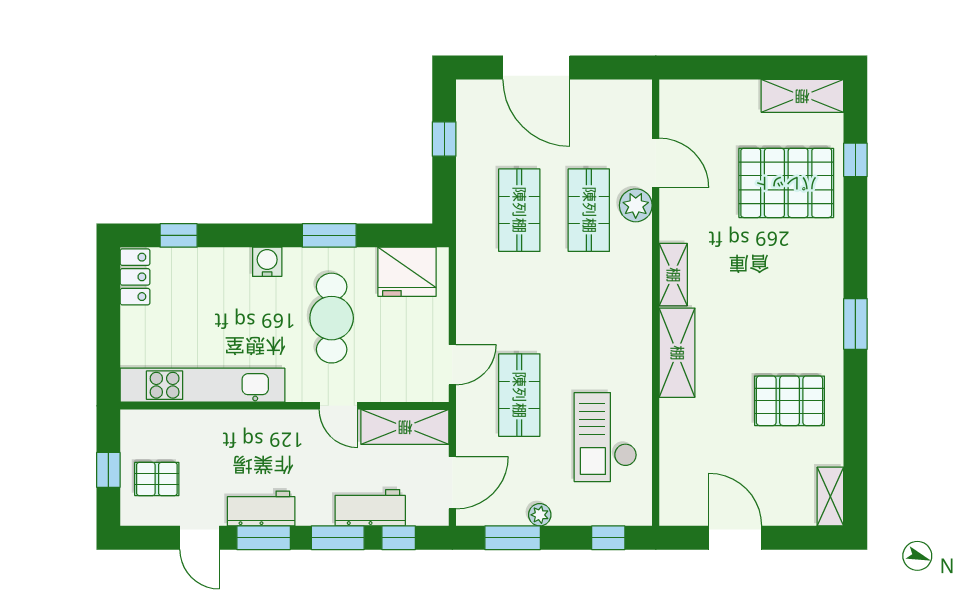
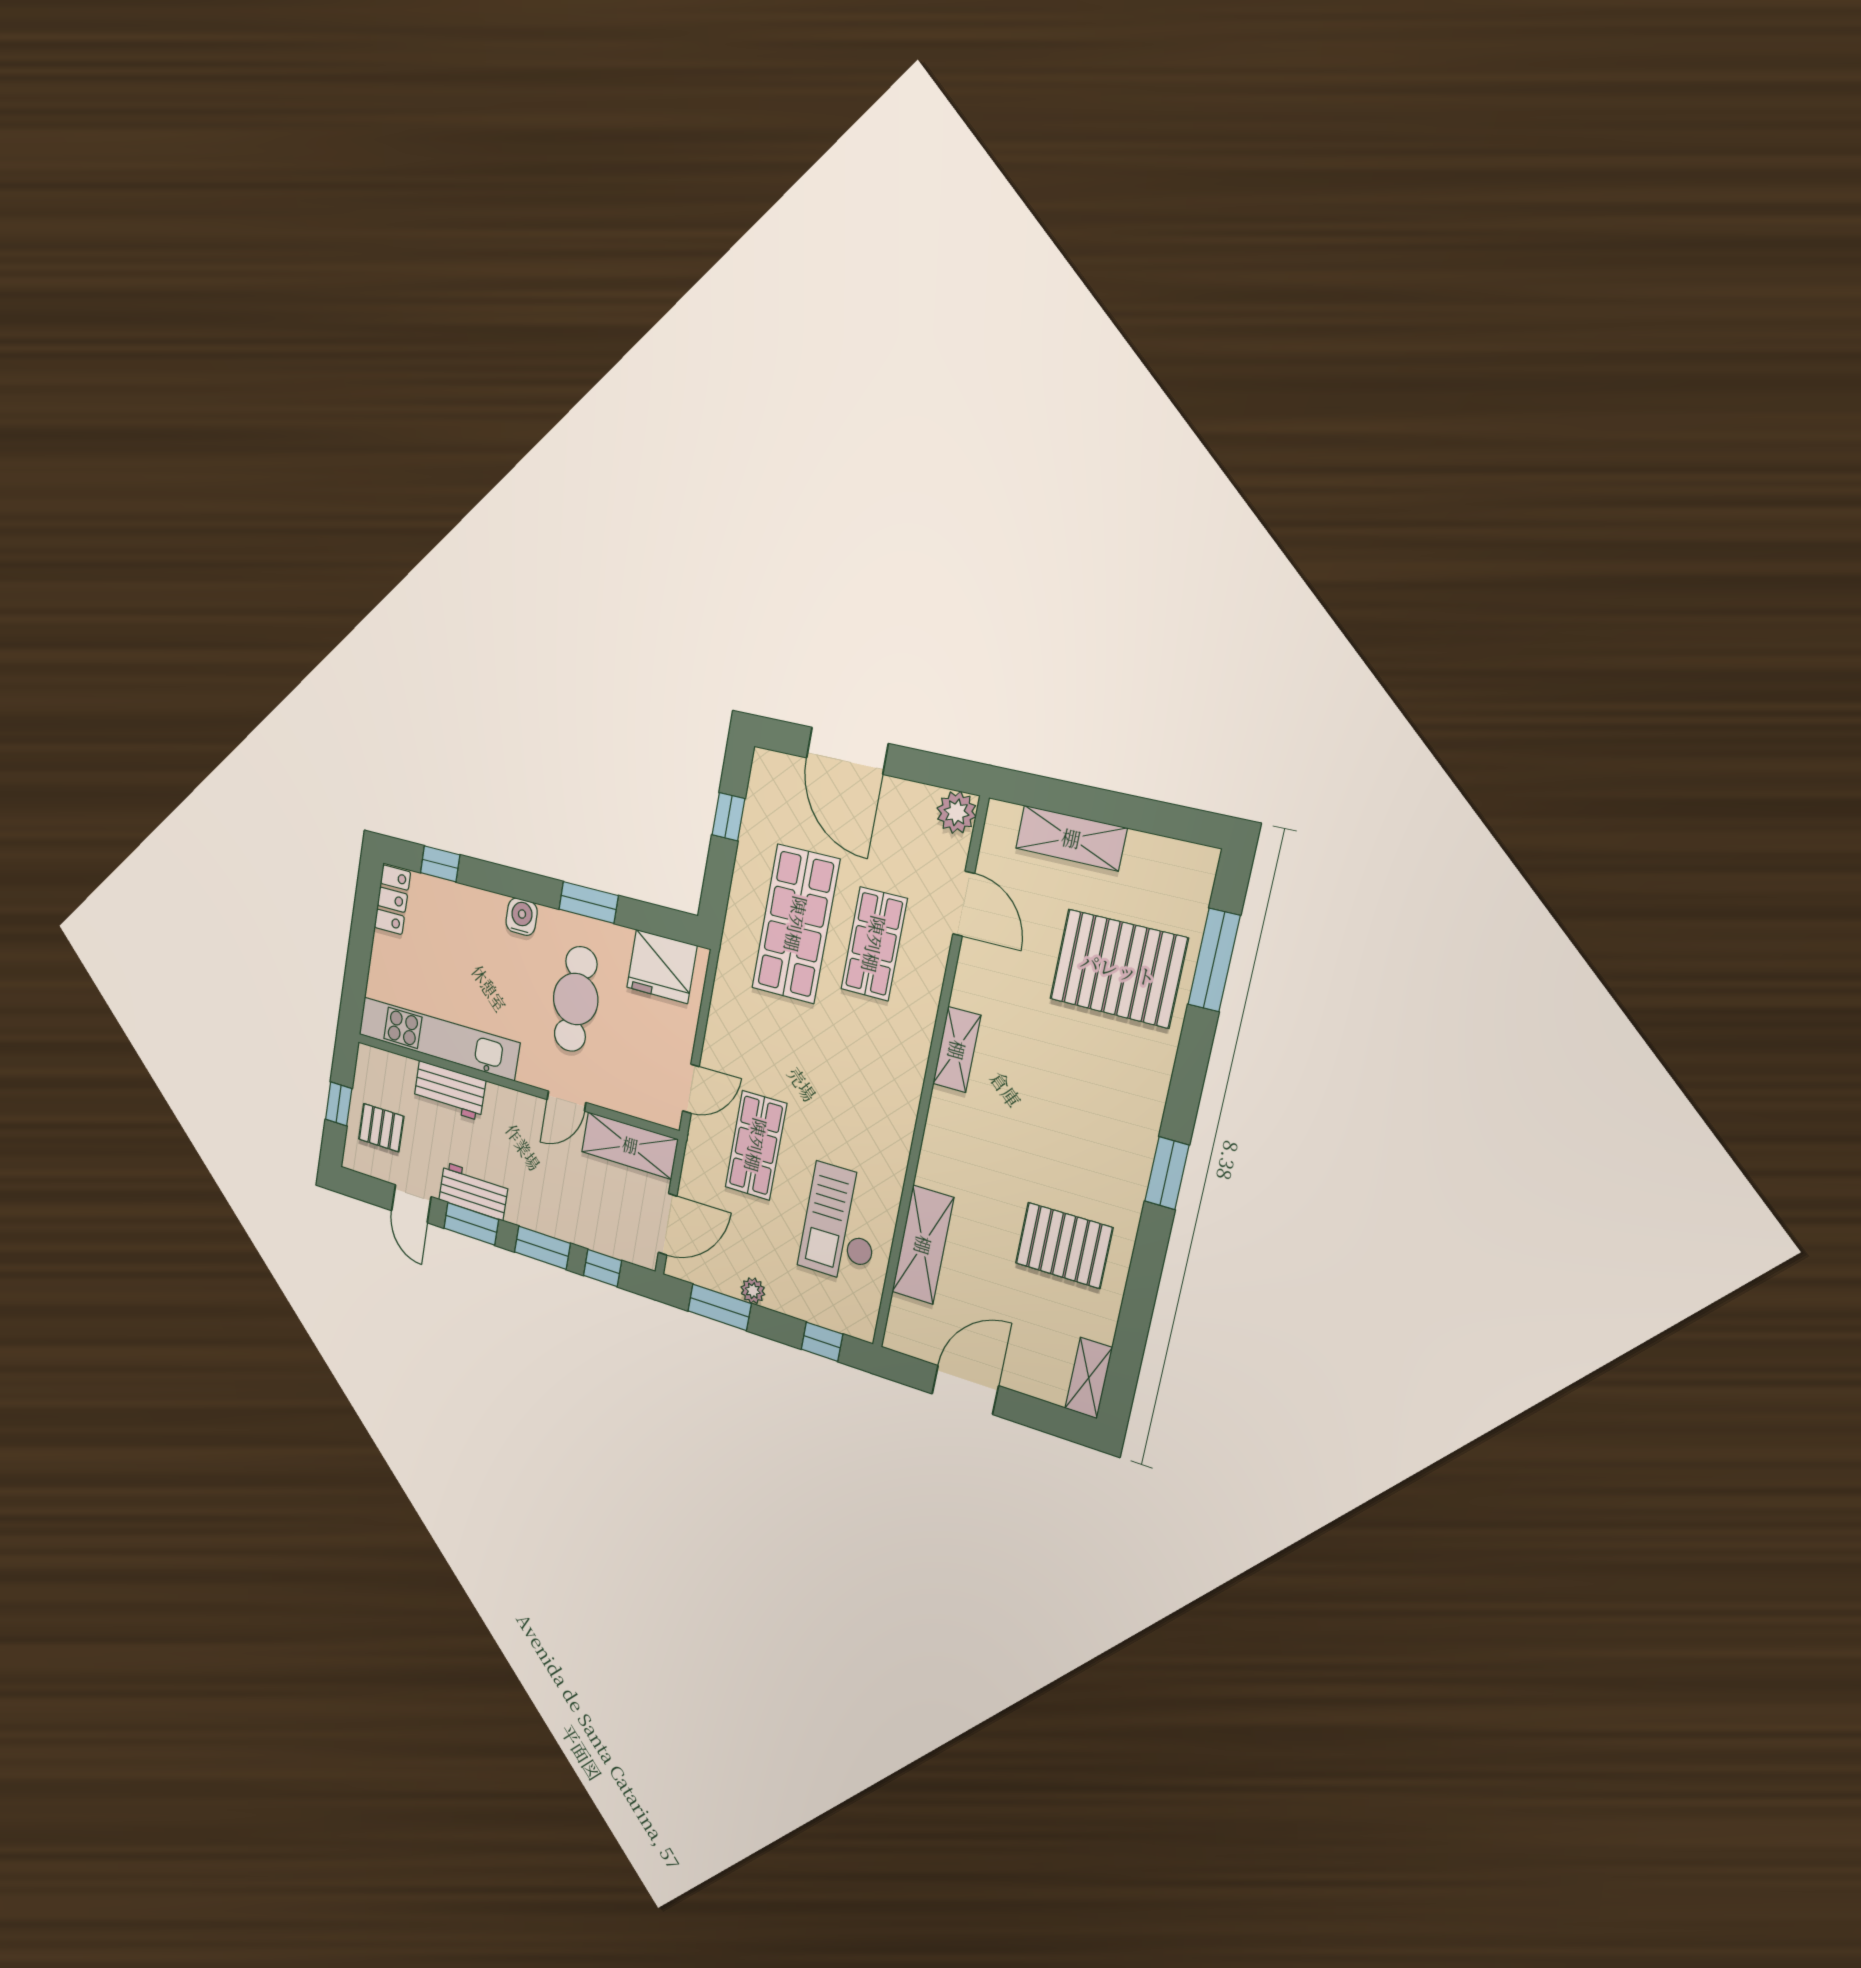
shelving: (802, 96) -> (1071, 838), moved
window: (855, 160) -> (1214, 960), width x2.17
plant: (636, 205) -> (957, 812), moved
shop shelf: (519, 210) -> (796, 924), width x1.43, depth x1.36
shelving: (677, 353) -> (923, 1245), moved
door: (338, 406) -> (566, 1101), hinge flipped
workbench: (370, 508) -> (449, 1091), moved, turned 180
door: (735, 538) -> (965, 1390), hinge flipped

